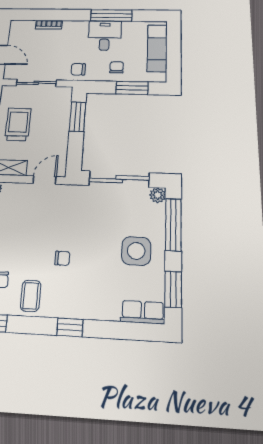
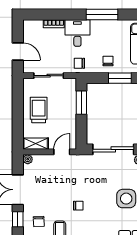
desk: (105, 35) -> (77, 33), moved

